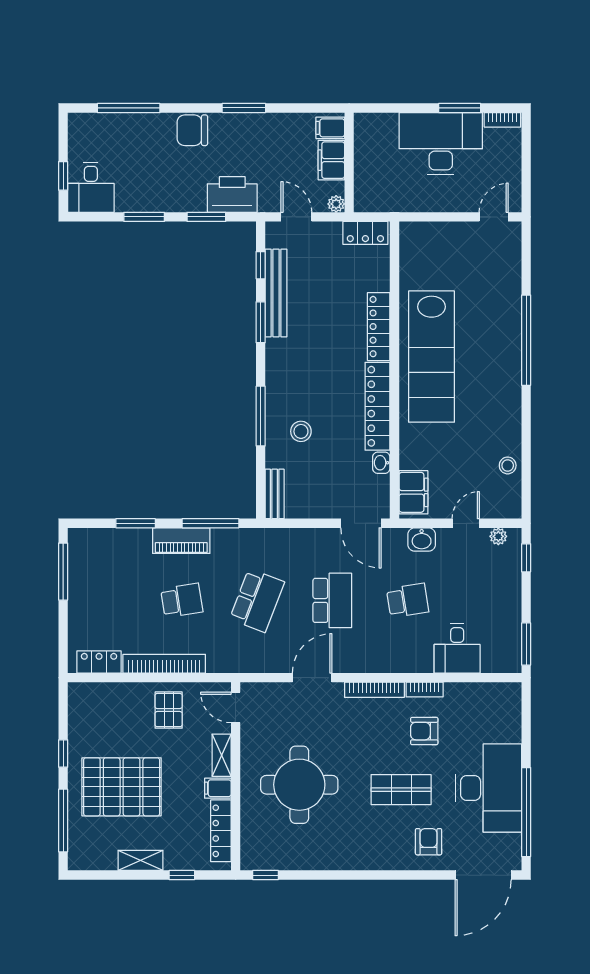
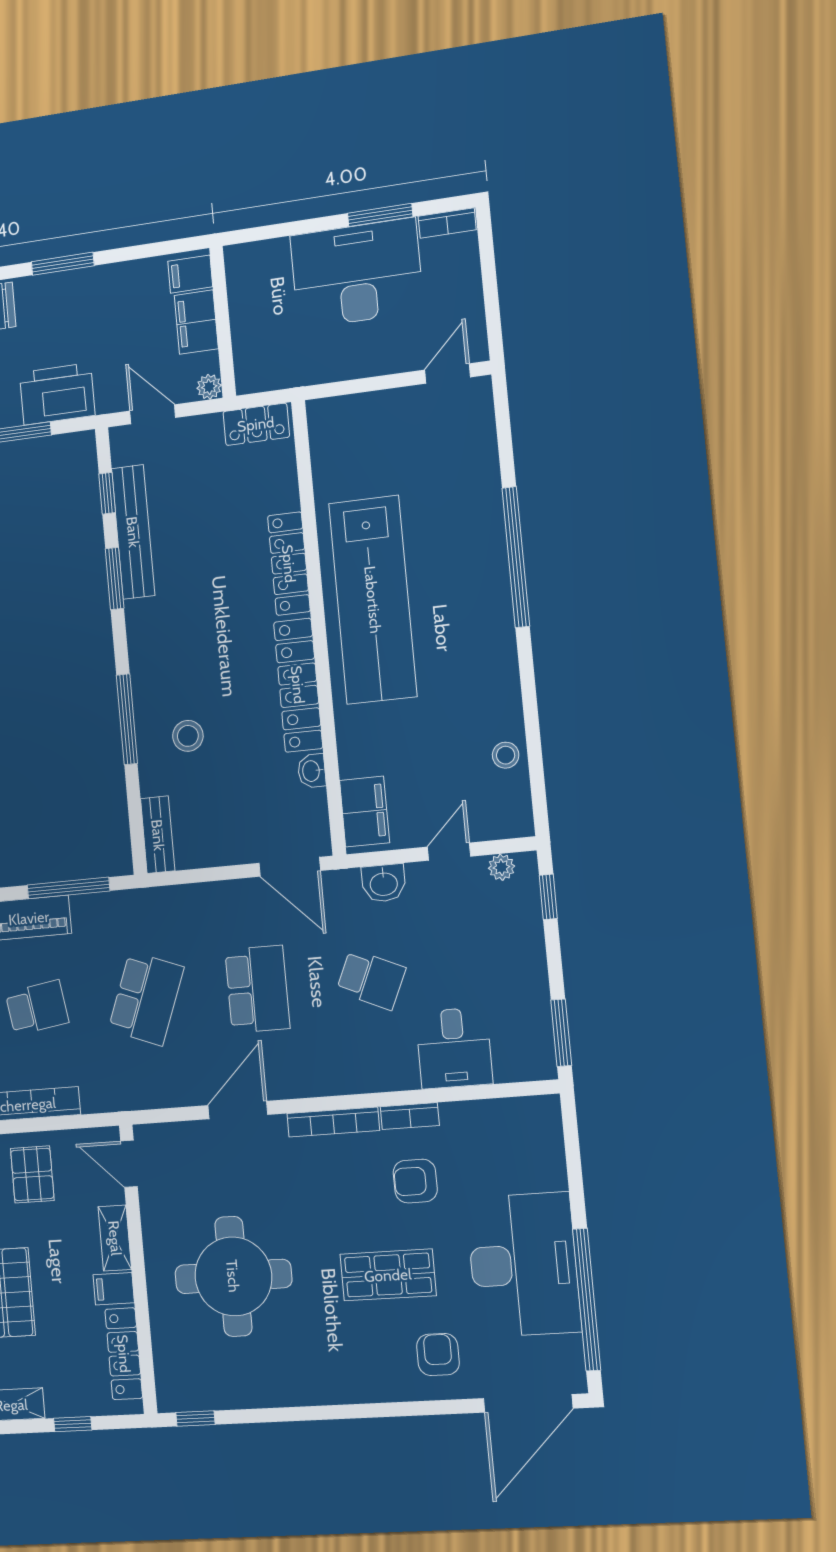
school desk: (408, 600) -> (371, 979), turned 33

